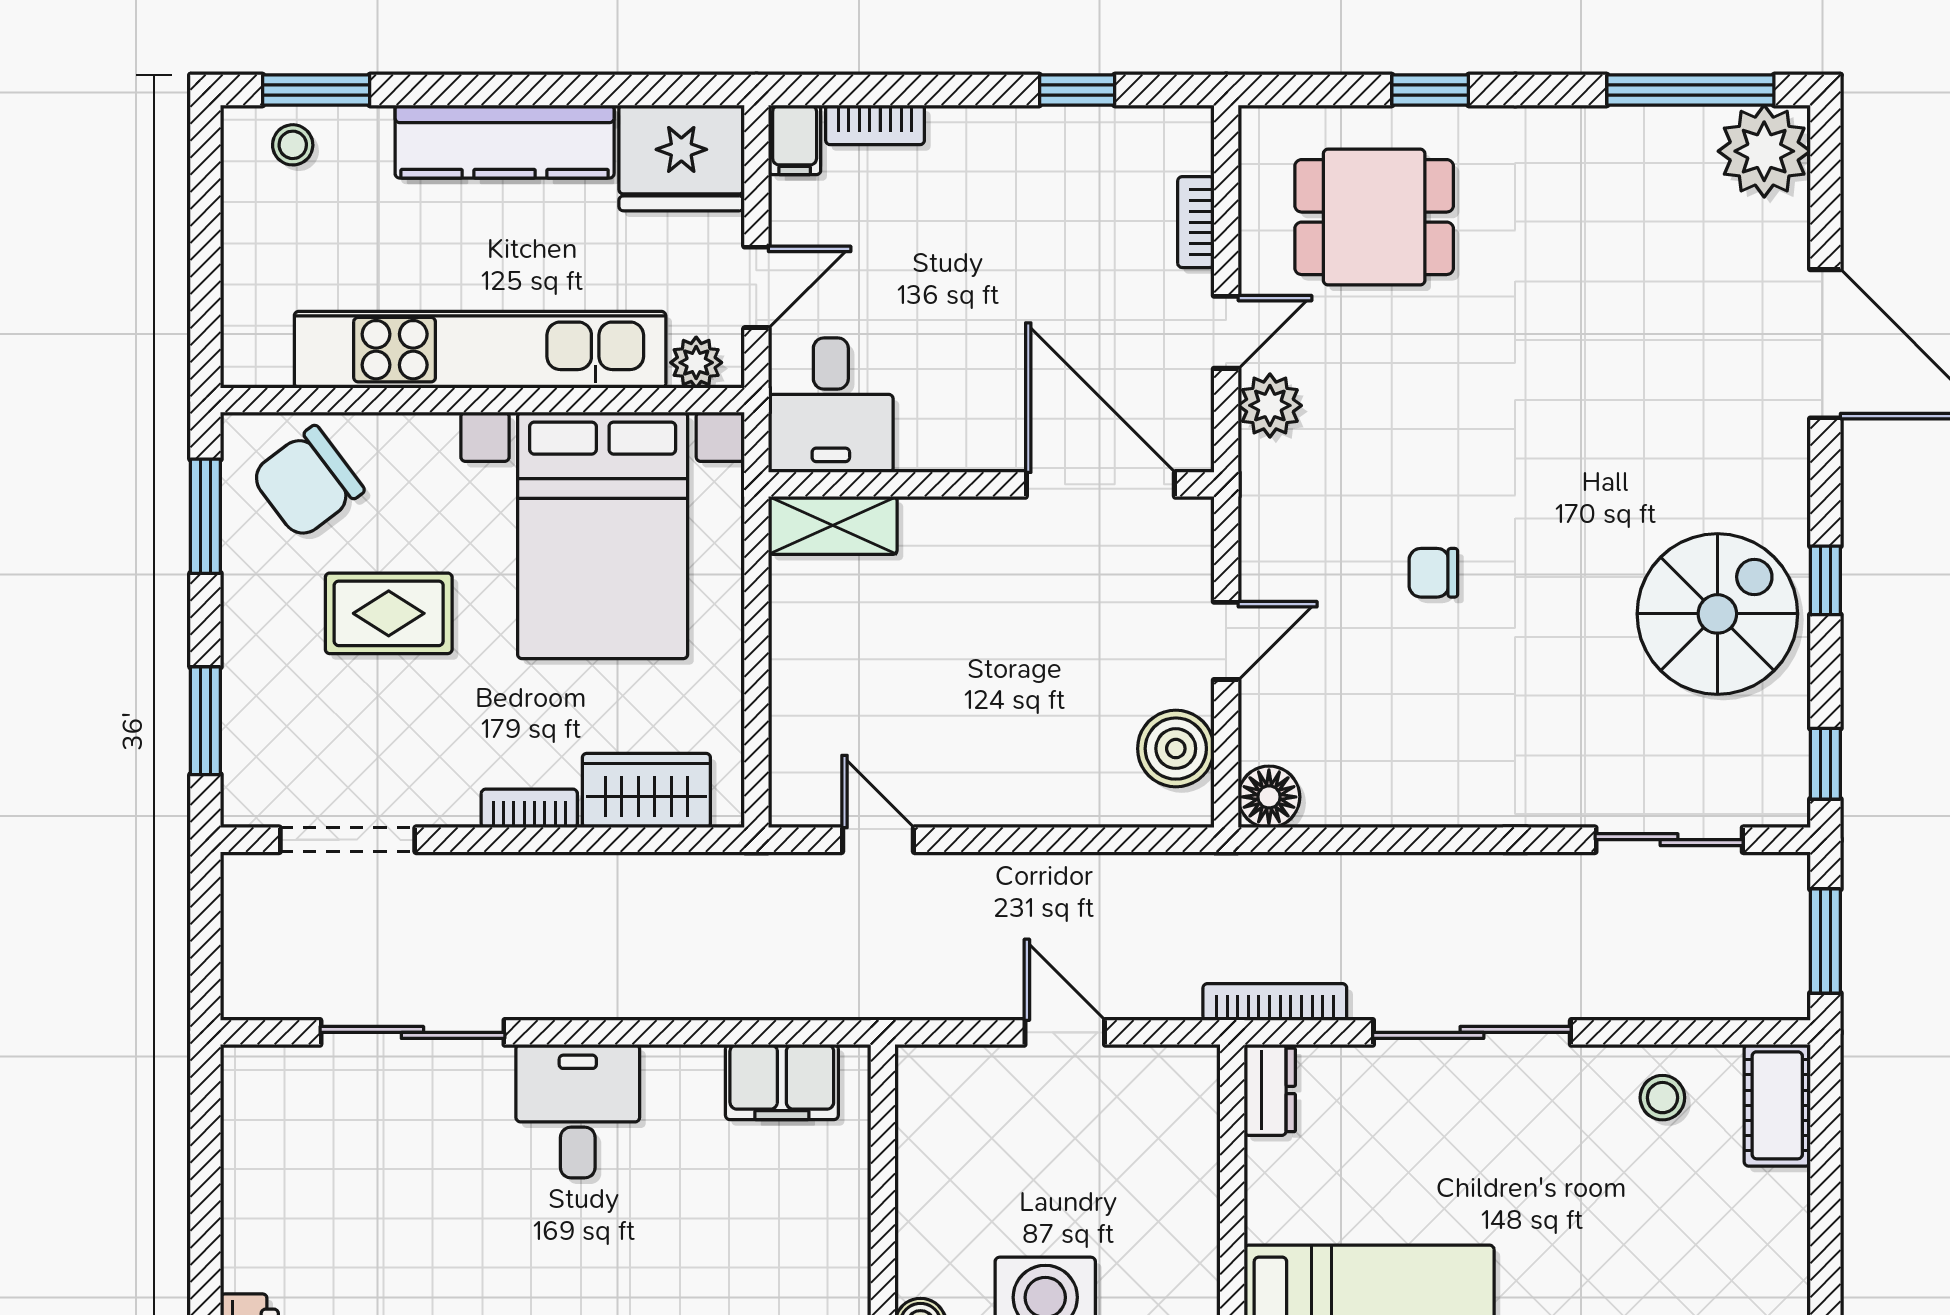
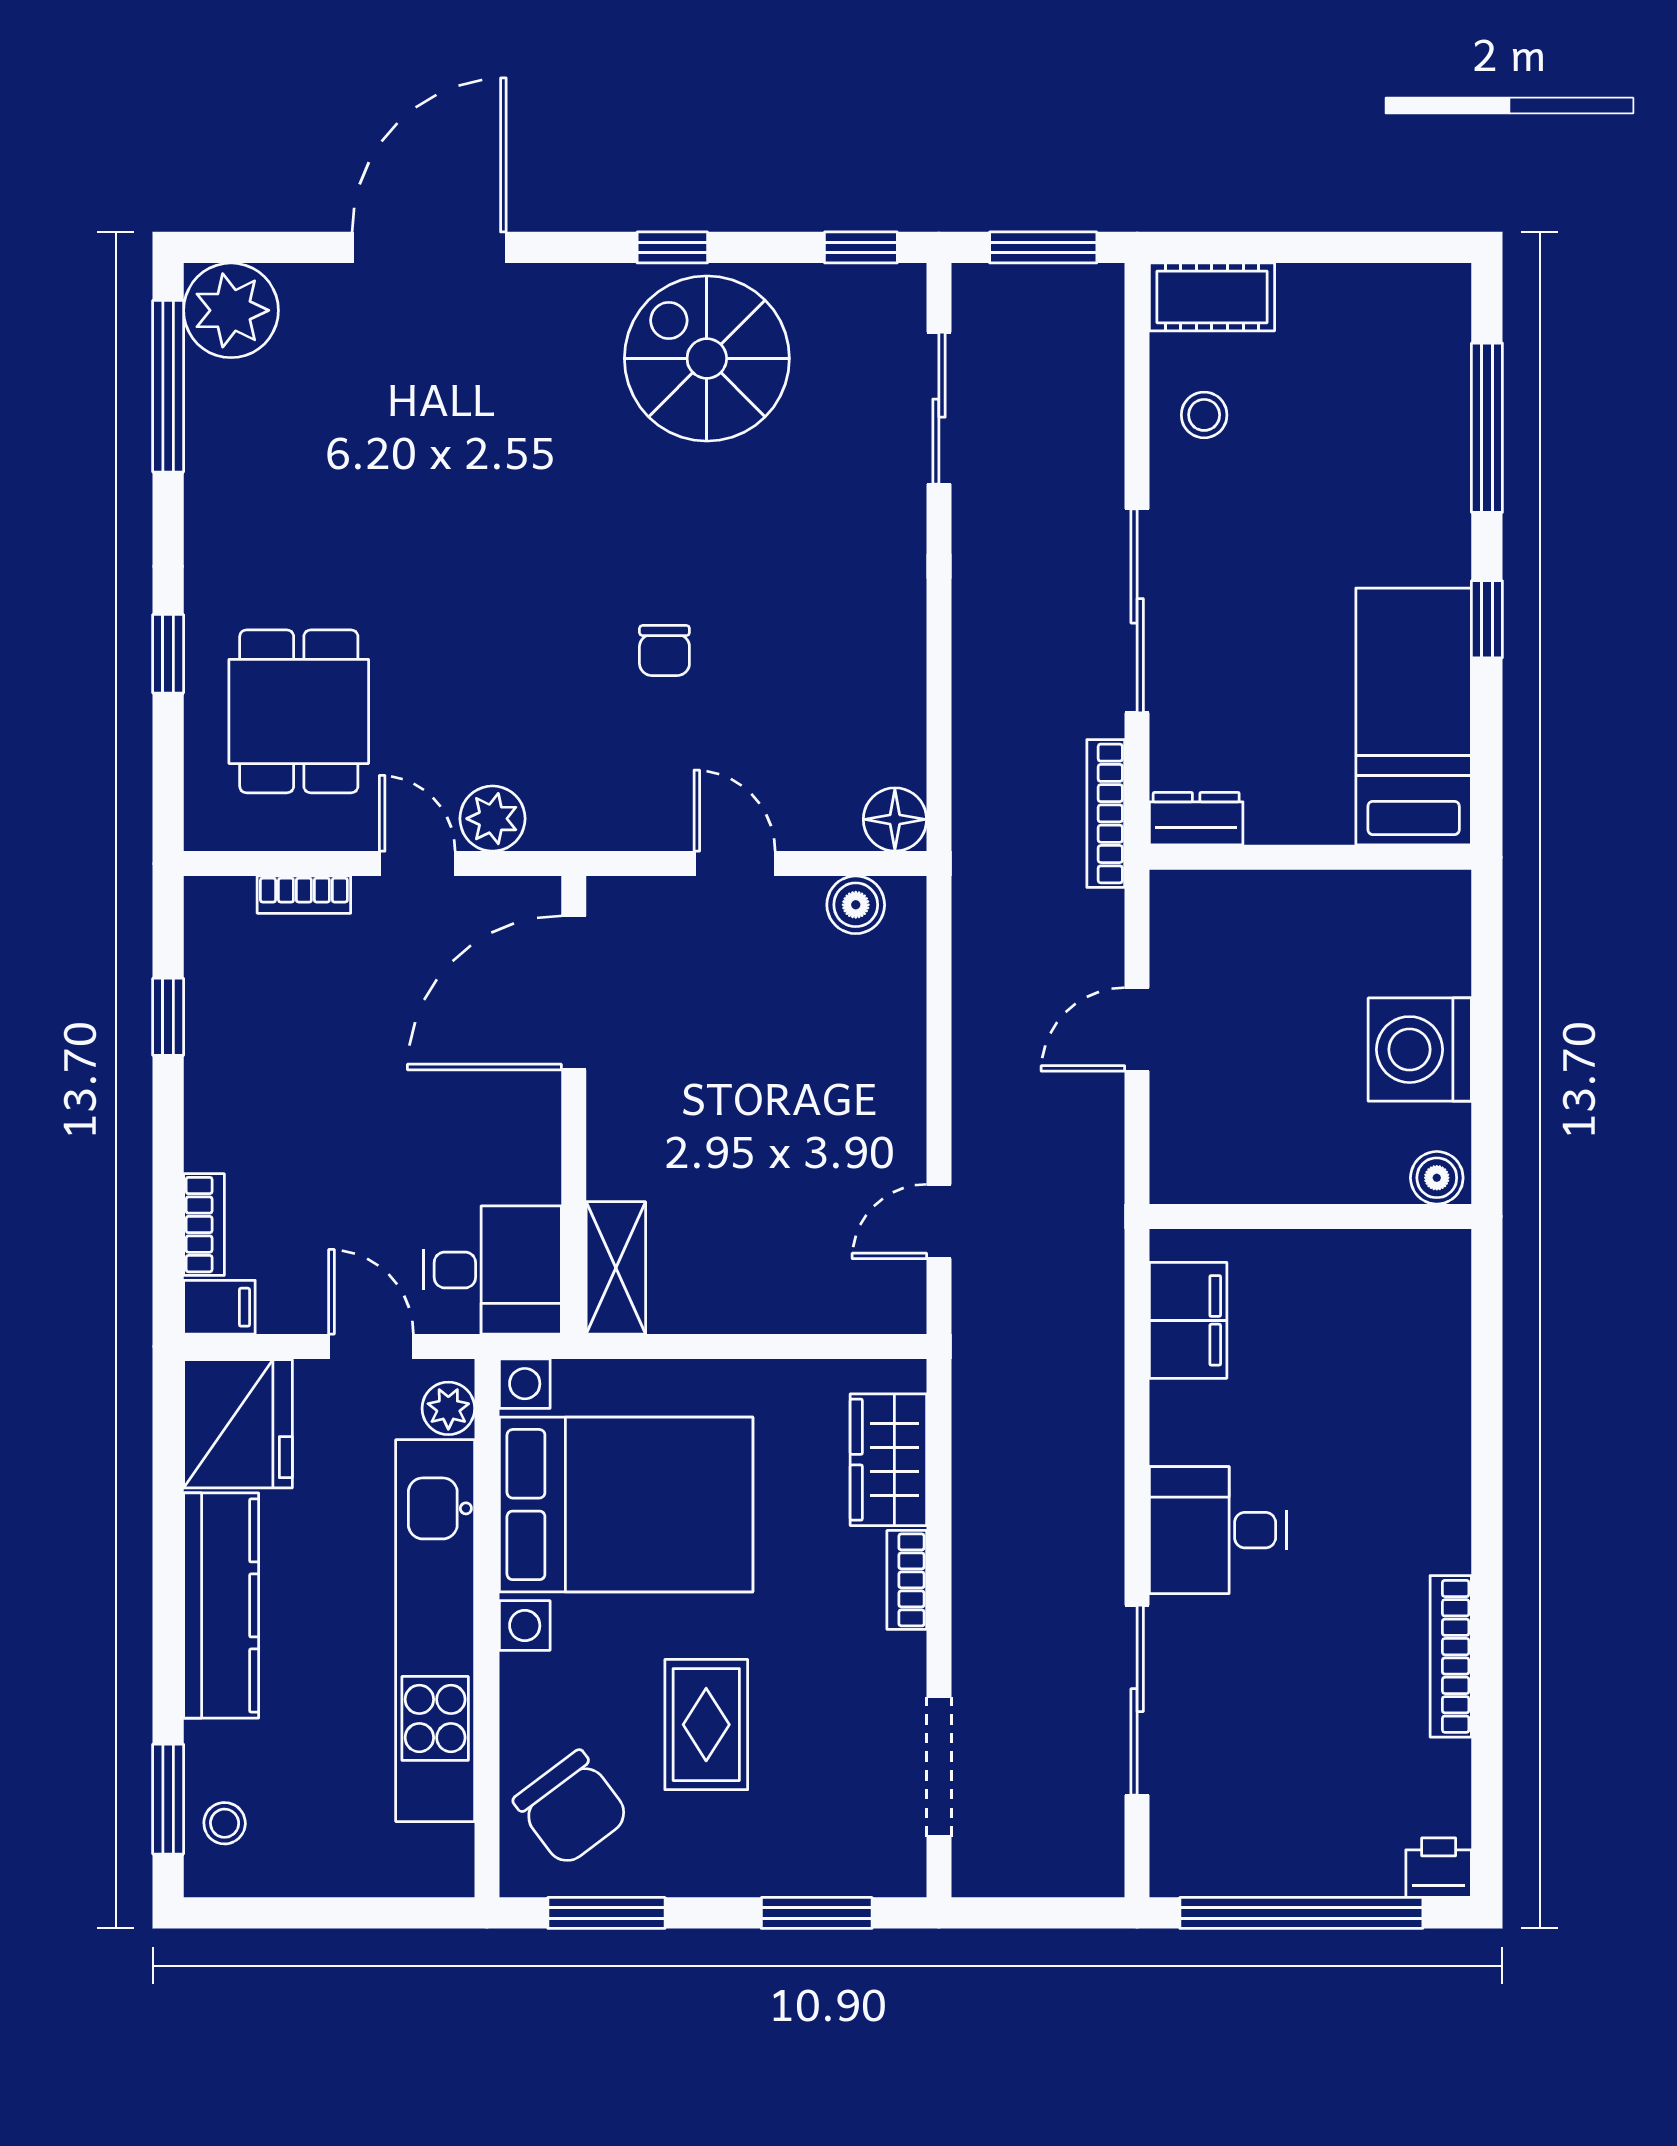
boiler: (1176, 749) -> (856, 905), width x0.73, depth x0.73
window: (205, 1192) -> (1301, 1913), added

